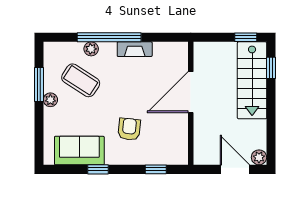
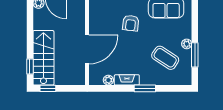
window: (109, 37) -> (145, 88), width x0.47
plant: (91, 49) -> (108, 80), moved

